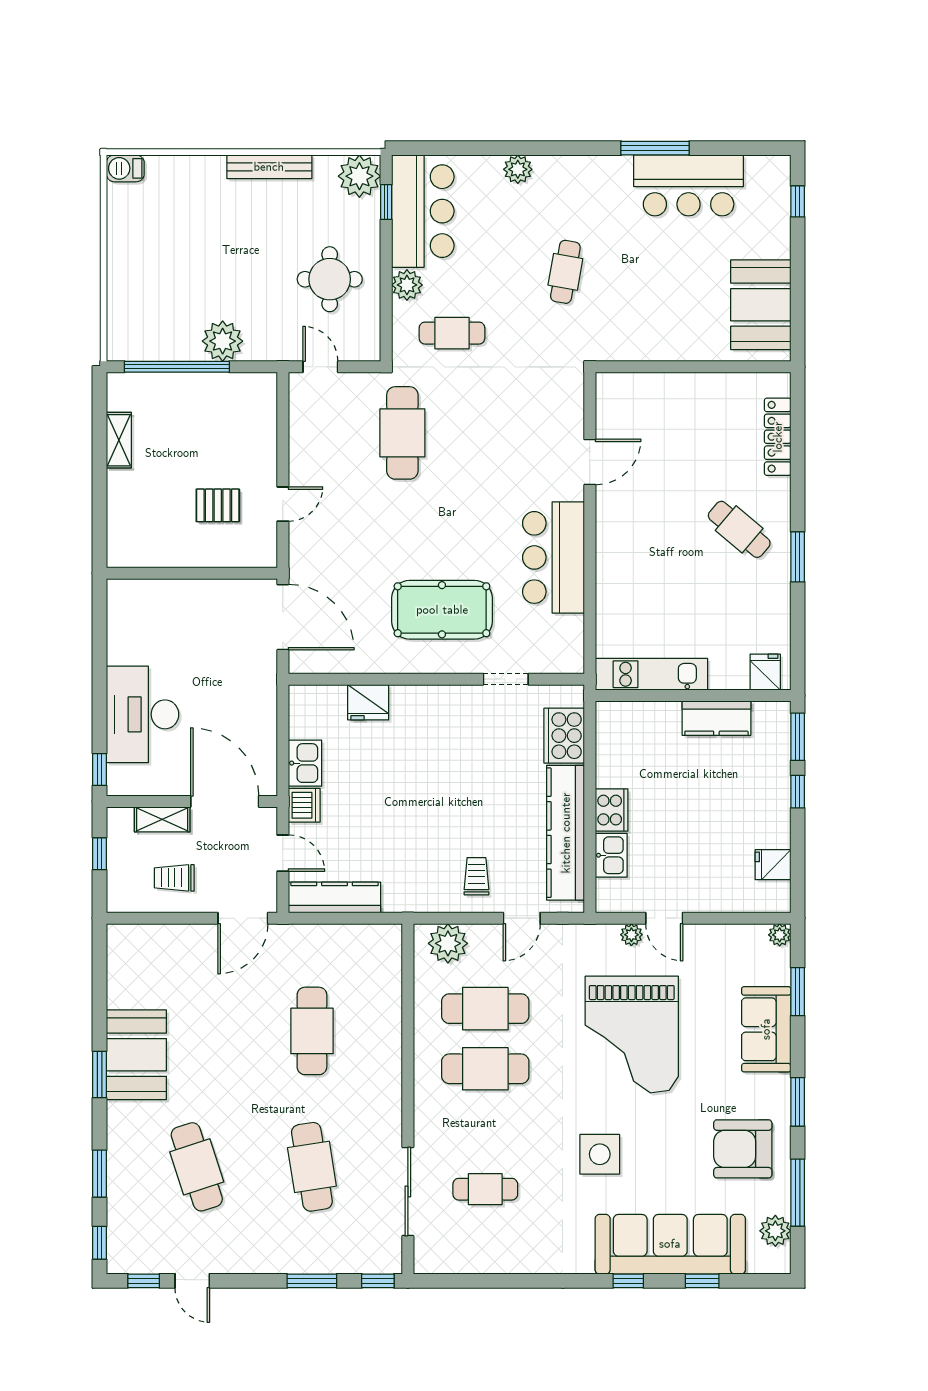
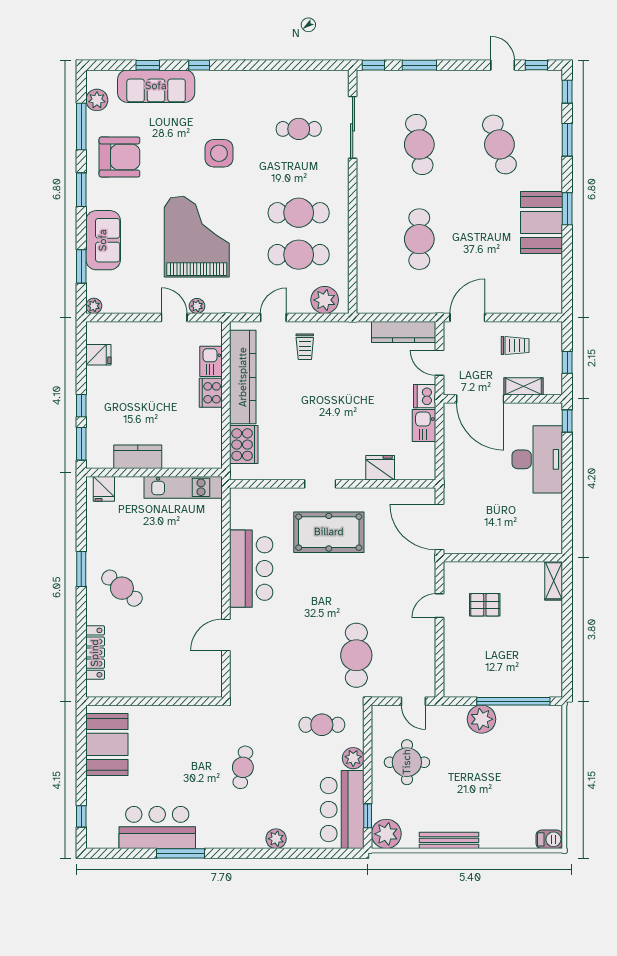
shelving: (119, 440) -> (554, 581), moved
doorway: (506, 679) -> (320, 484), moved
sofa: (670, 1244) -> (156, 86), width x0.74, depth x0.79

